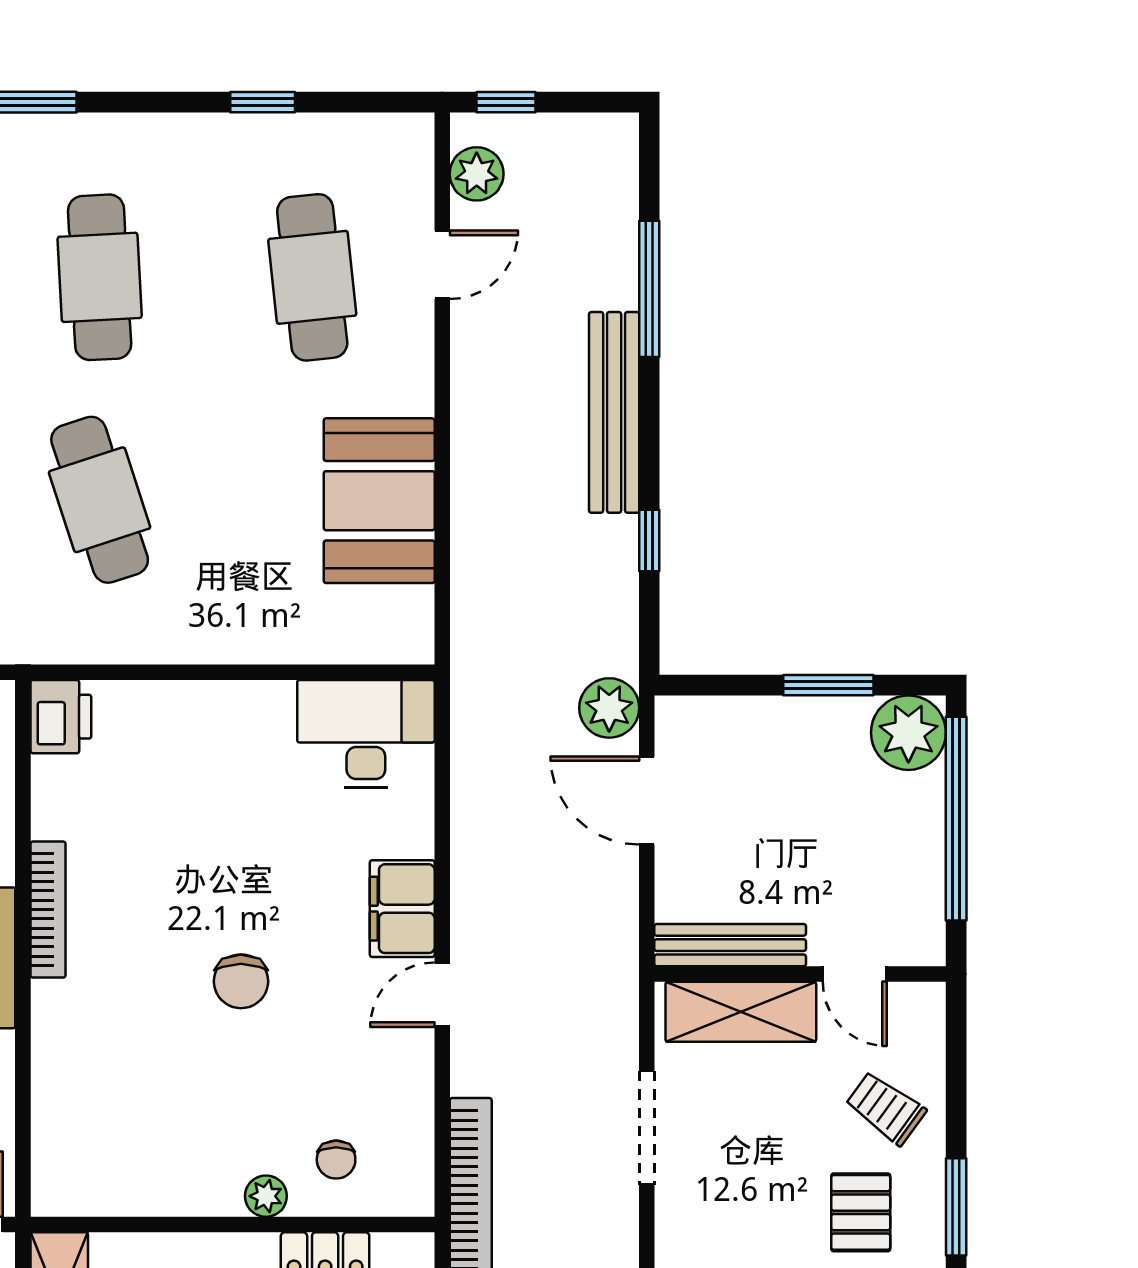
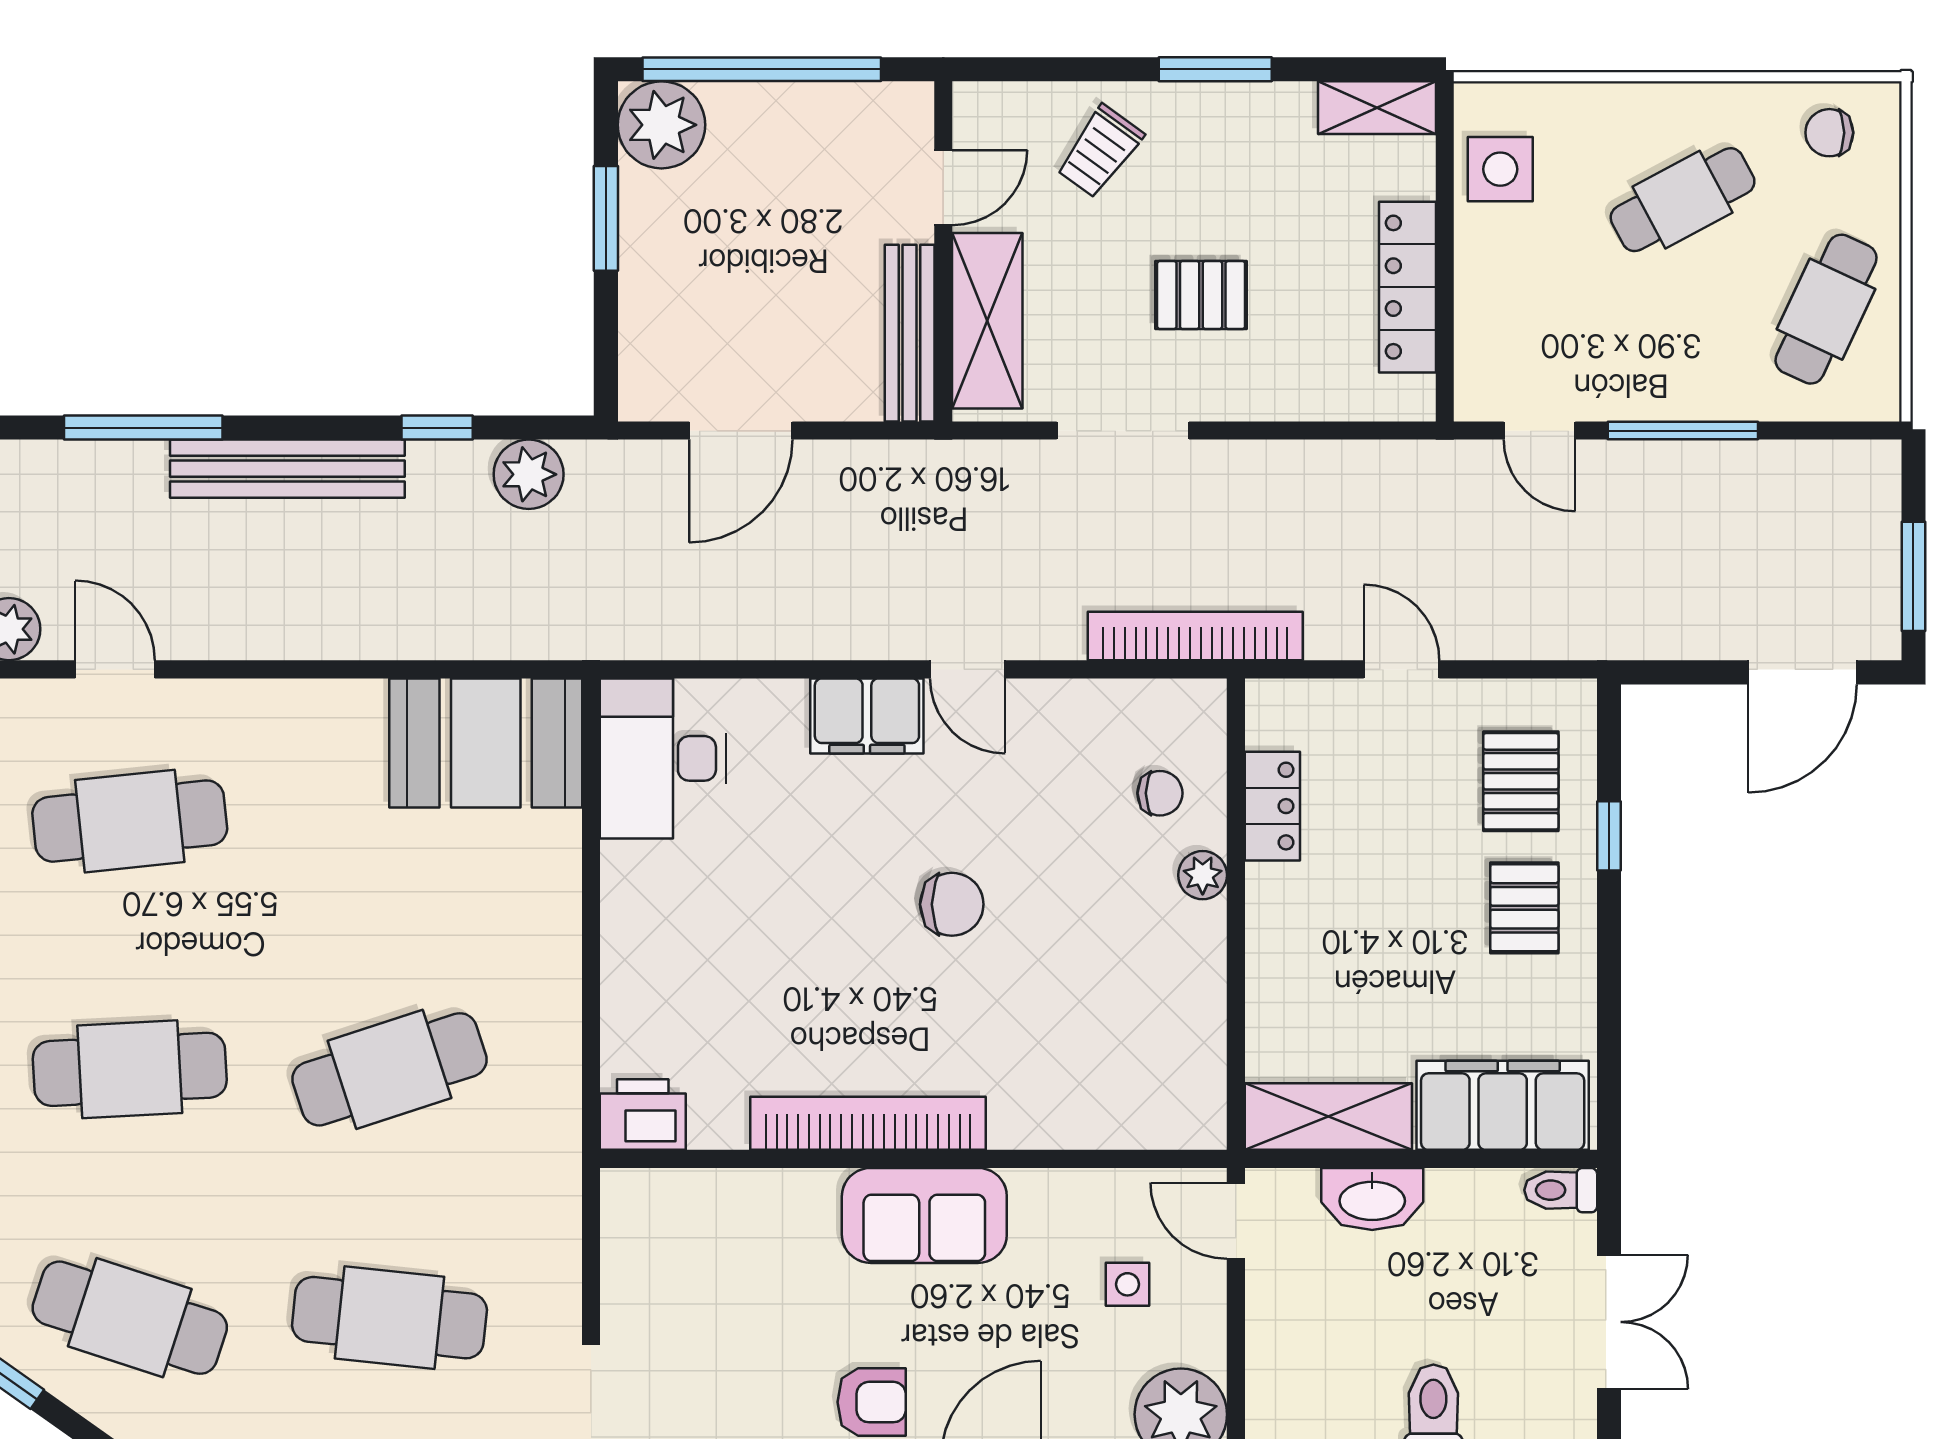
booth: (379, 501) -> (486, 743), moved
plant: (609, 708) -> (529, 474), moved
bookcase: (48, 910) -> (868, 1123), width x1.48, depth x1.31
pallet: (861, 1212) -> (1201, 295), moved

